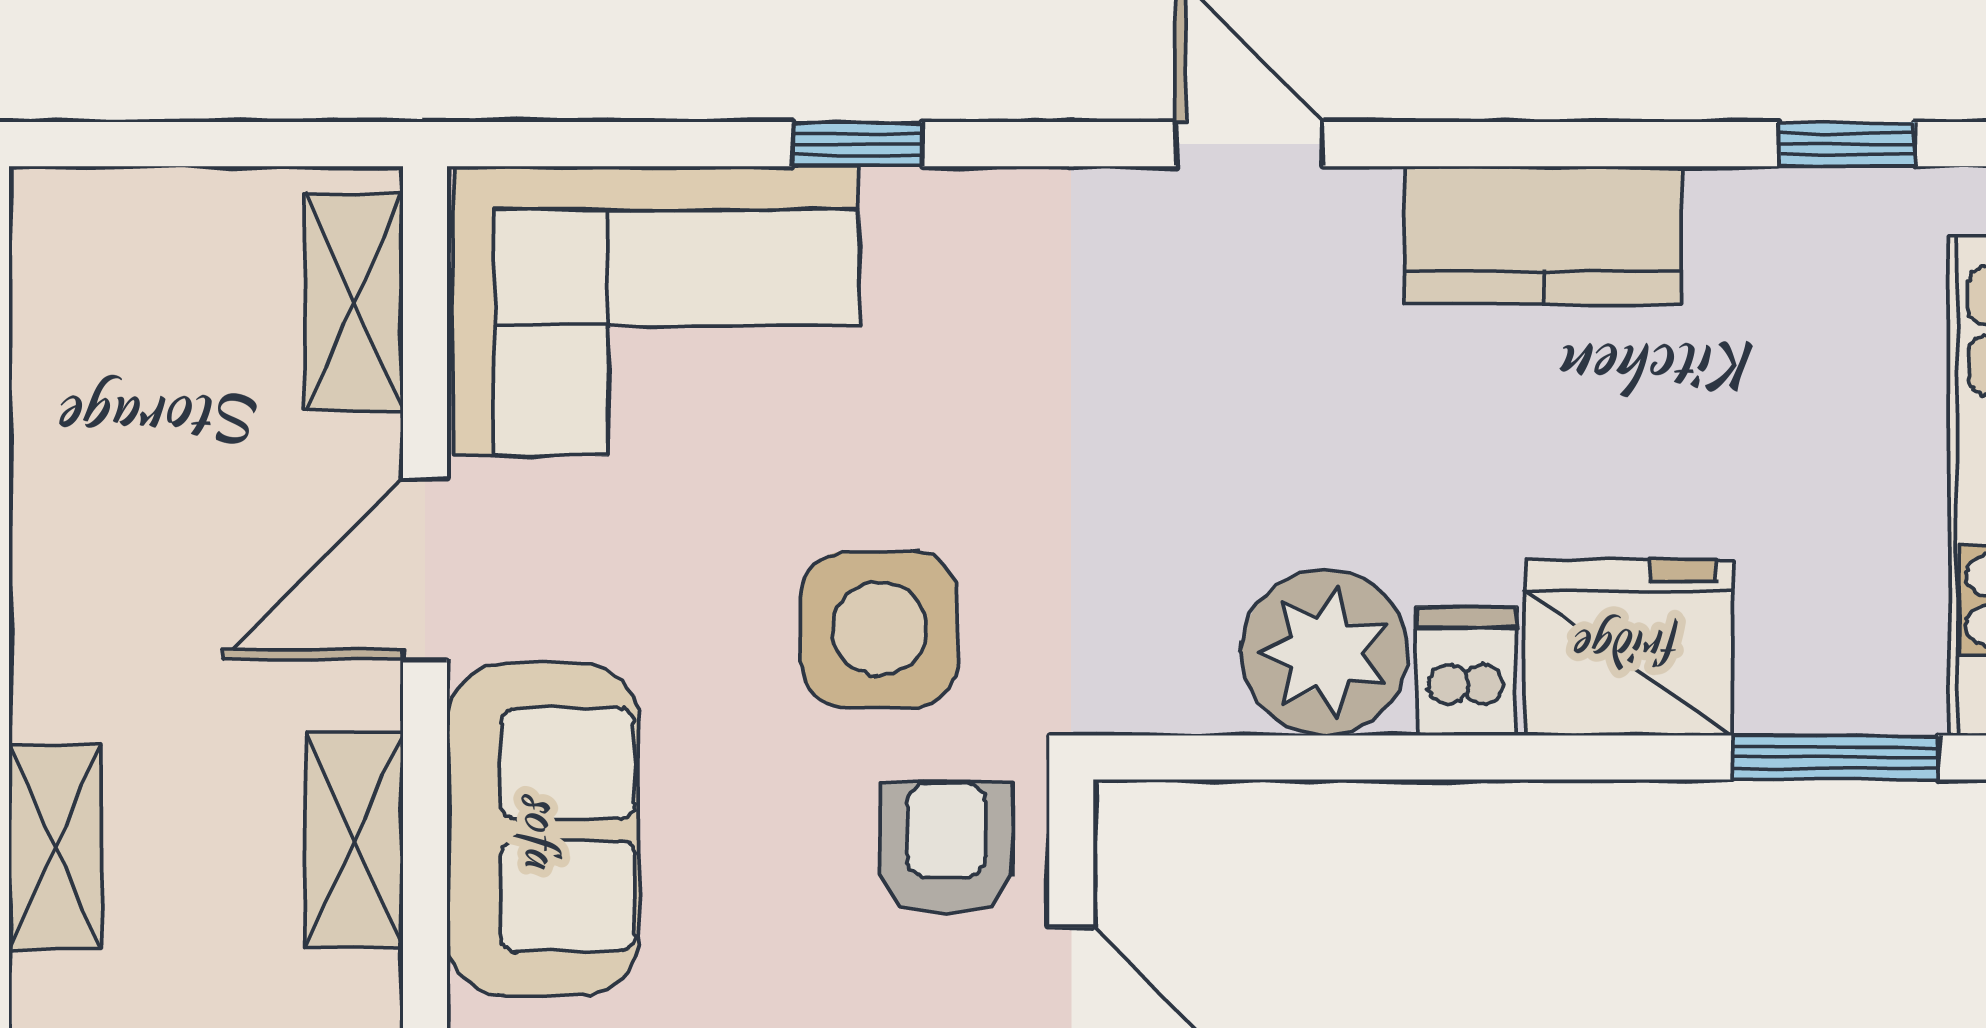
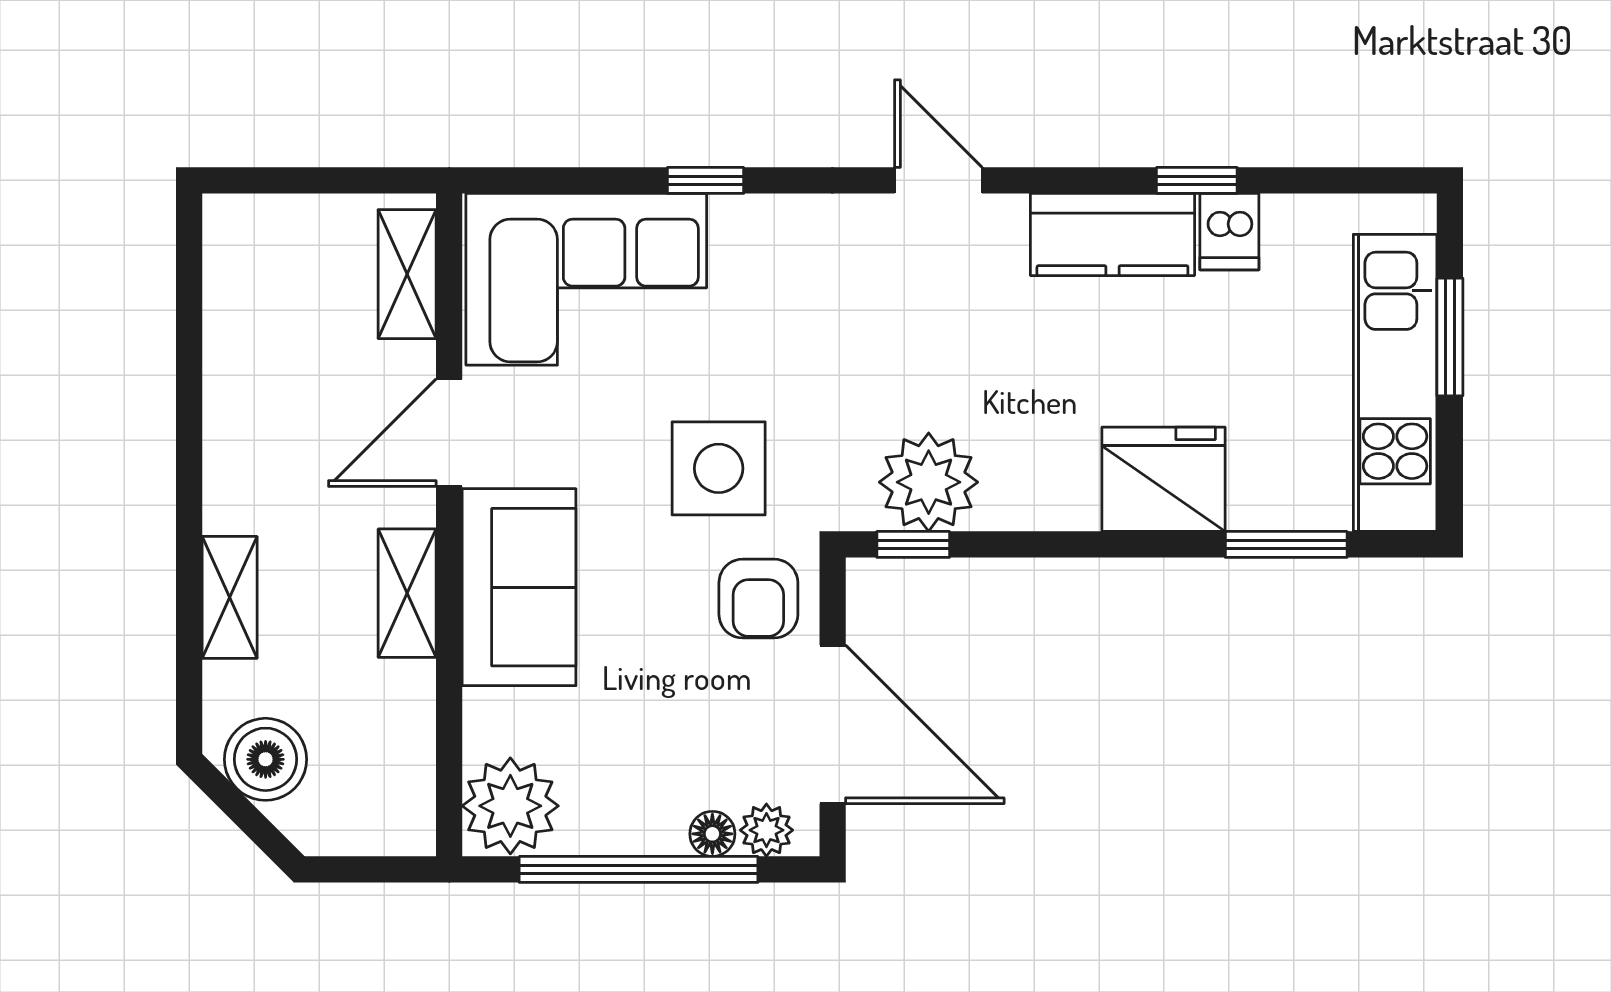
window: (1846, 144) -> (1197, 180), moved
plant: (1325, 652) -> (929, 482), moved
dishwasher: (1467, 671) -> (1229, 232), moved, turned 180
window: (1207, 757) -> (913, 544), added
armchair: (946, 849) -> (758, 599), turned 180

